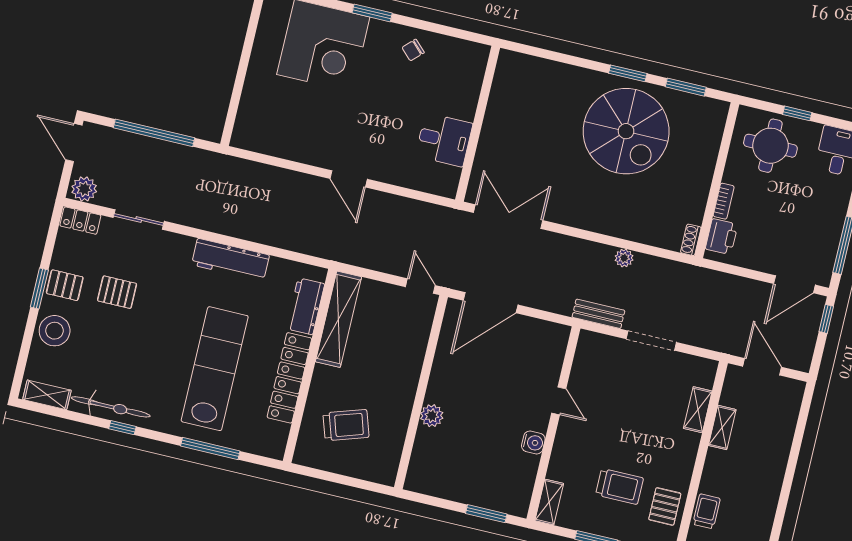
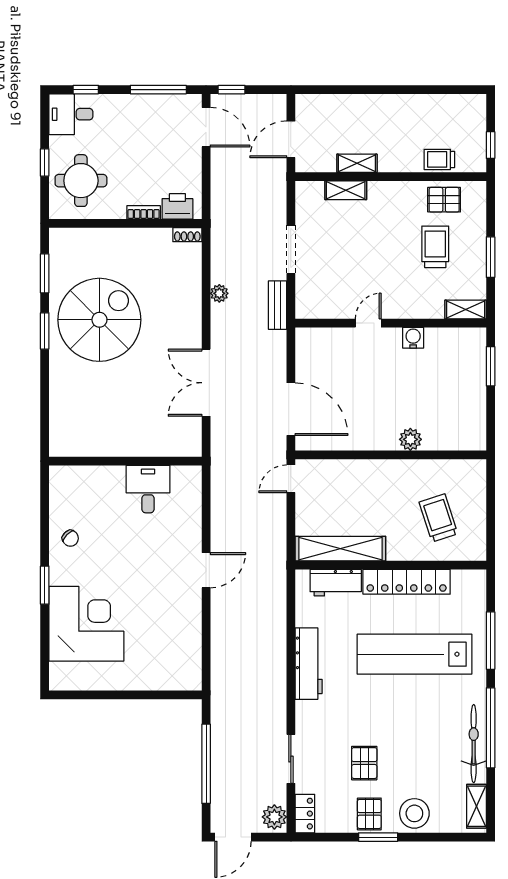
double door: (508, 217) -> (206, 383), moved
window: (122, 428) -> (491, 728), width x3.17

